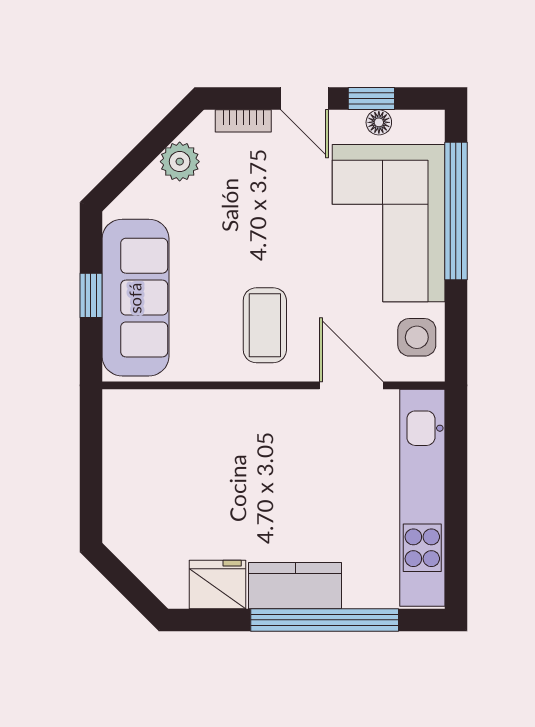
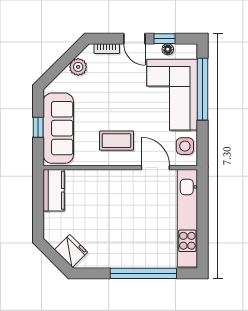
coffee table: (265, 325) -> (116, 141), turned 90
fridge: (218, 585) -> (71, 251), moved, turned 45
kitchen counter: (295, 586) -> (54, 190), moved, turned 90

